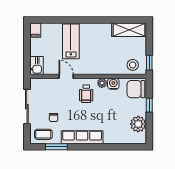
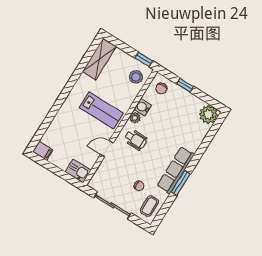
lab bench: (71, 41) -> (101, 110), moved, turned 180
chair: (136, 89) -> (161, 88), width x0.54, depth x0.54
plant: (138, 124) -> (208, 115), moved
window: (56, 147) -> (181, 183), moved

